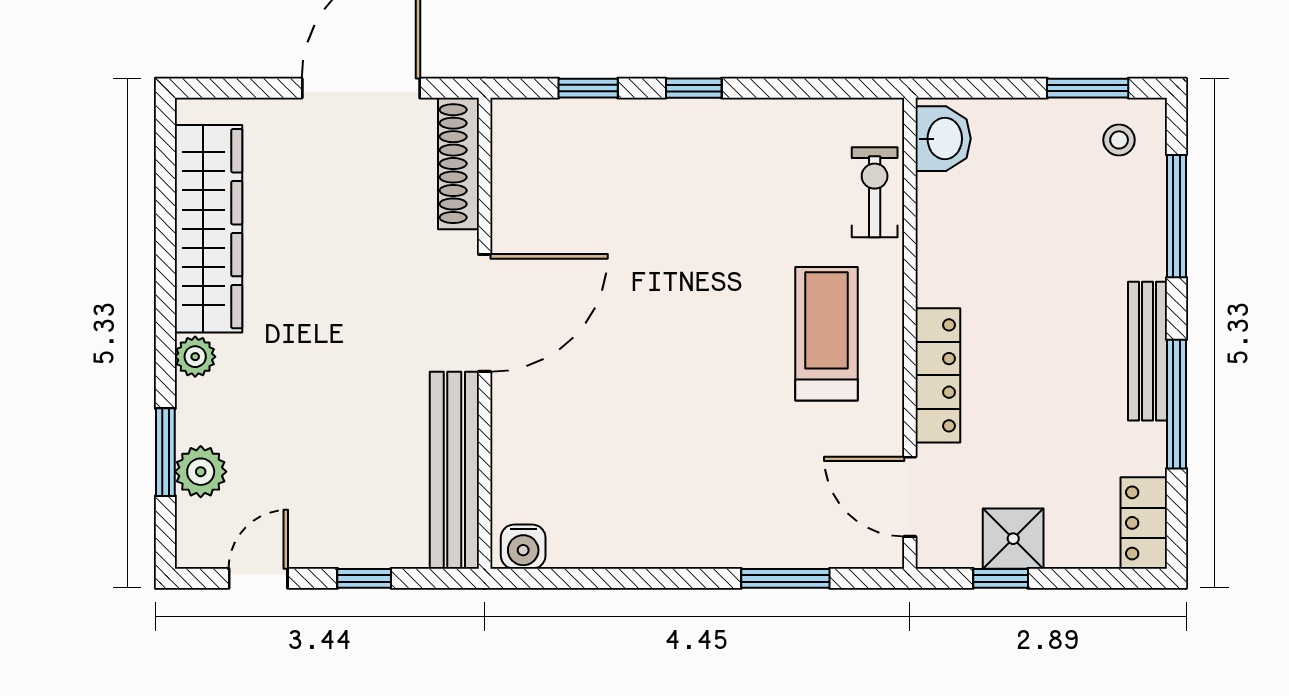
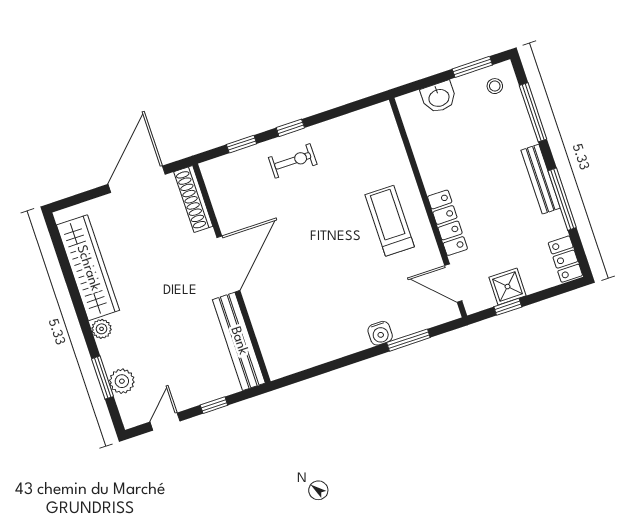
washbasin: (943, 139) -> (439, 97), moved, turned 90
exercise bike: (875, 192) -> (293, 161), moved, turned 90
water cooler: (523, 547) -> (380, 333), moved

